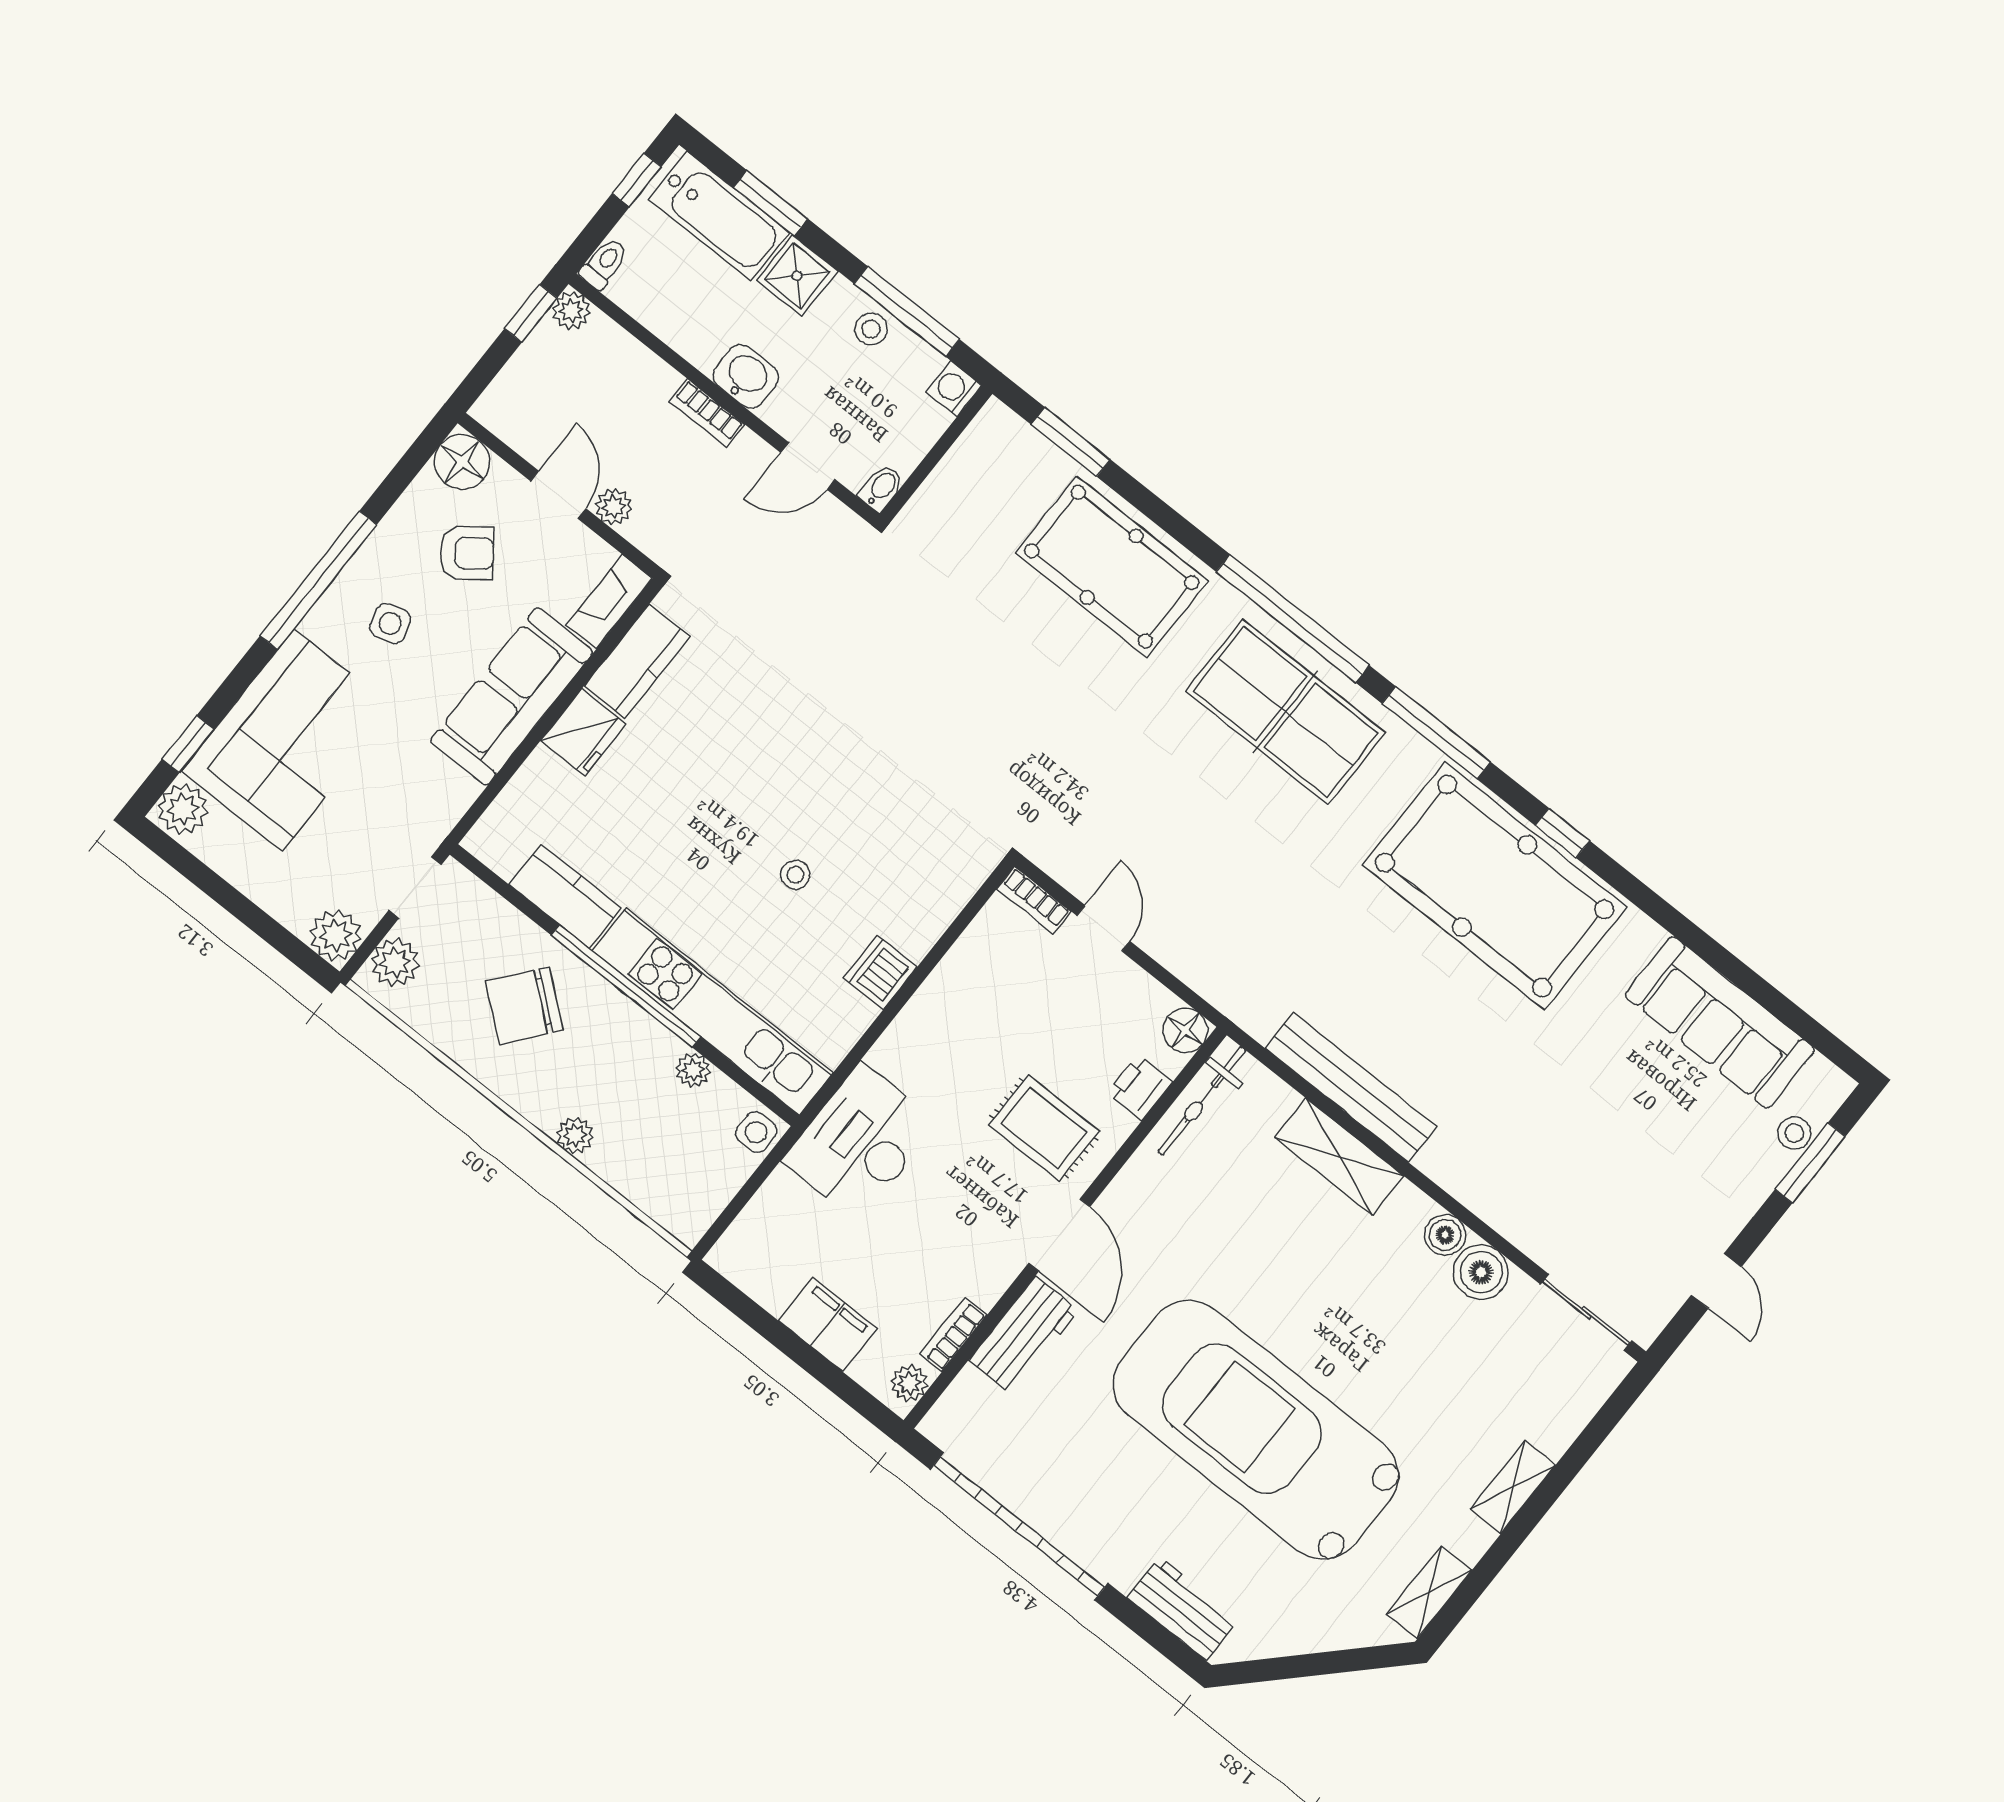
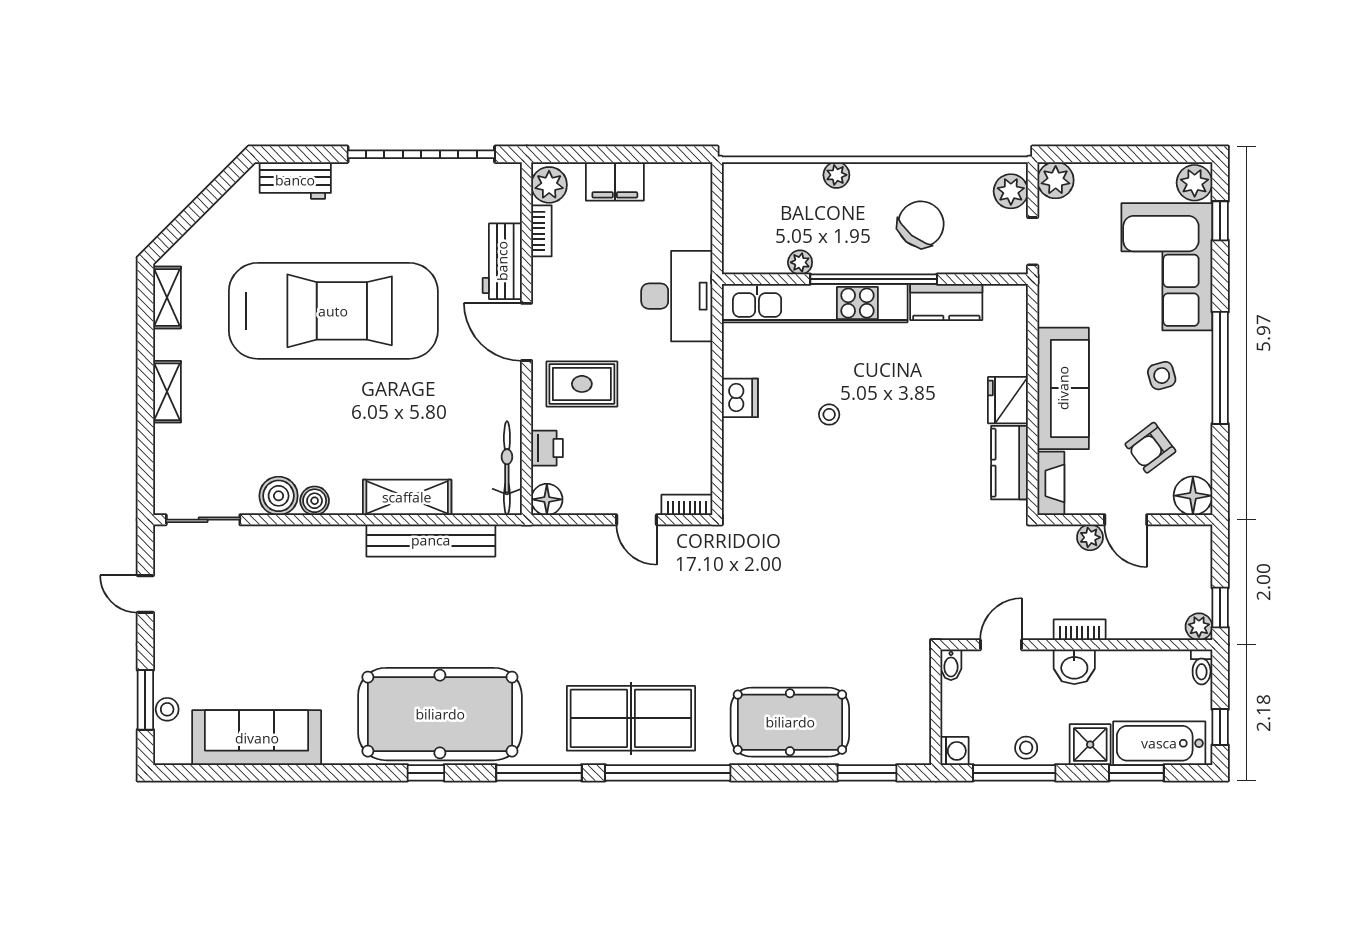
side table: (756, 1132) -> (738, 256), removed
plant: (909, 1383) -> (549, 185), width x1.38, depth x1.38

